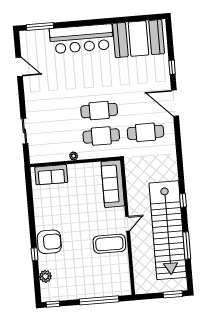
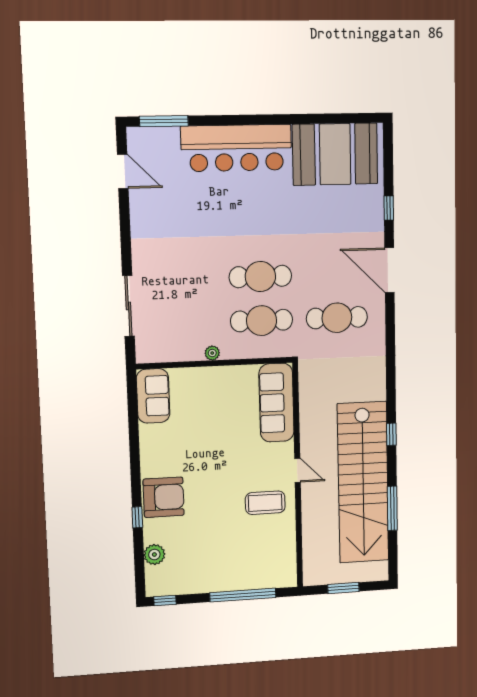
door: (19, 67) -> (123, 171), moved
sliding door: (24, 131) -> (128, 306), width x1.37
sofa: (51, 175) -> (153, 396), moved, turned -90
door: (128, 224) -> (297, 470), hinge flipped
coffee table: (109, 244) -> (265, 503), width x0.73, depth x0.76
window: (173, 294) -> (343, 588), moved

